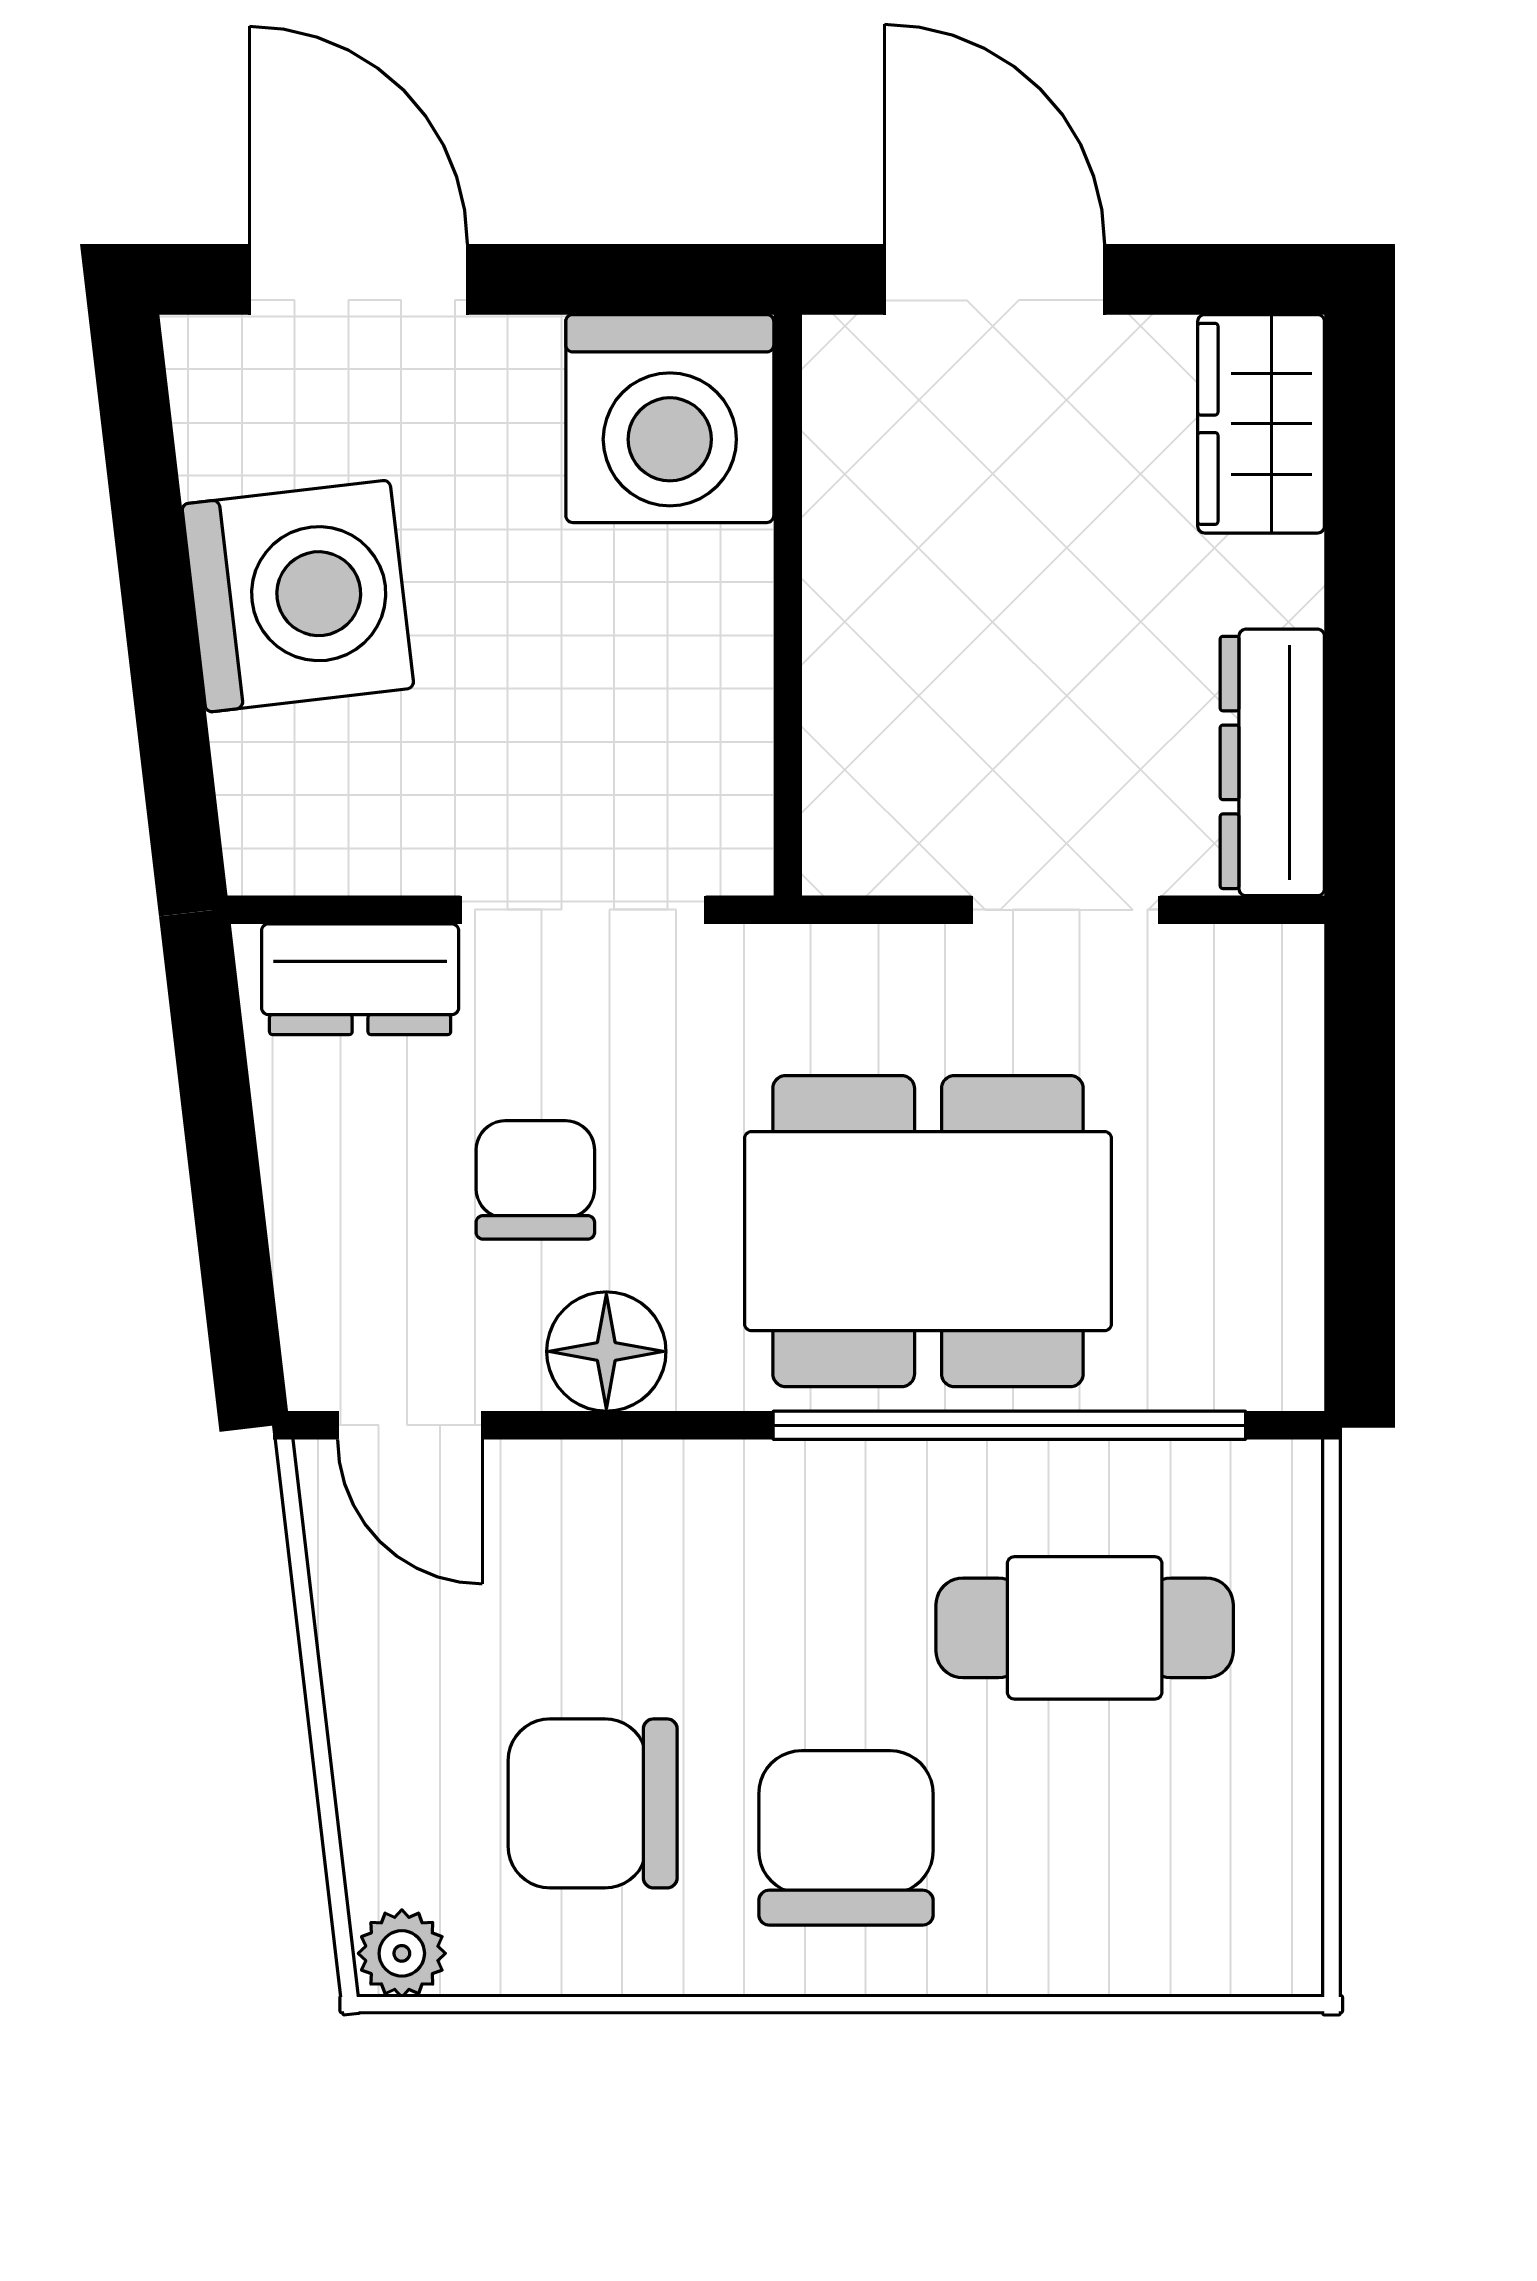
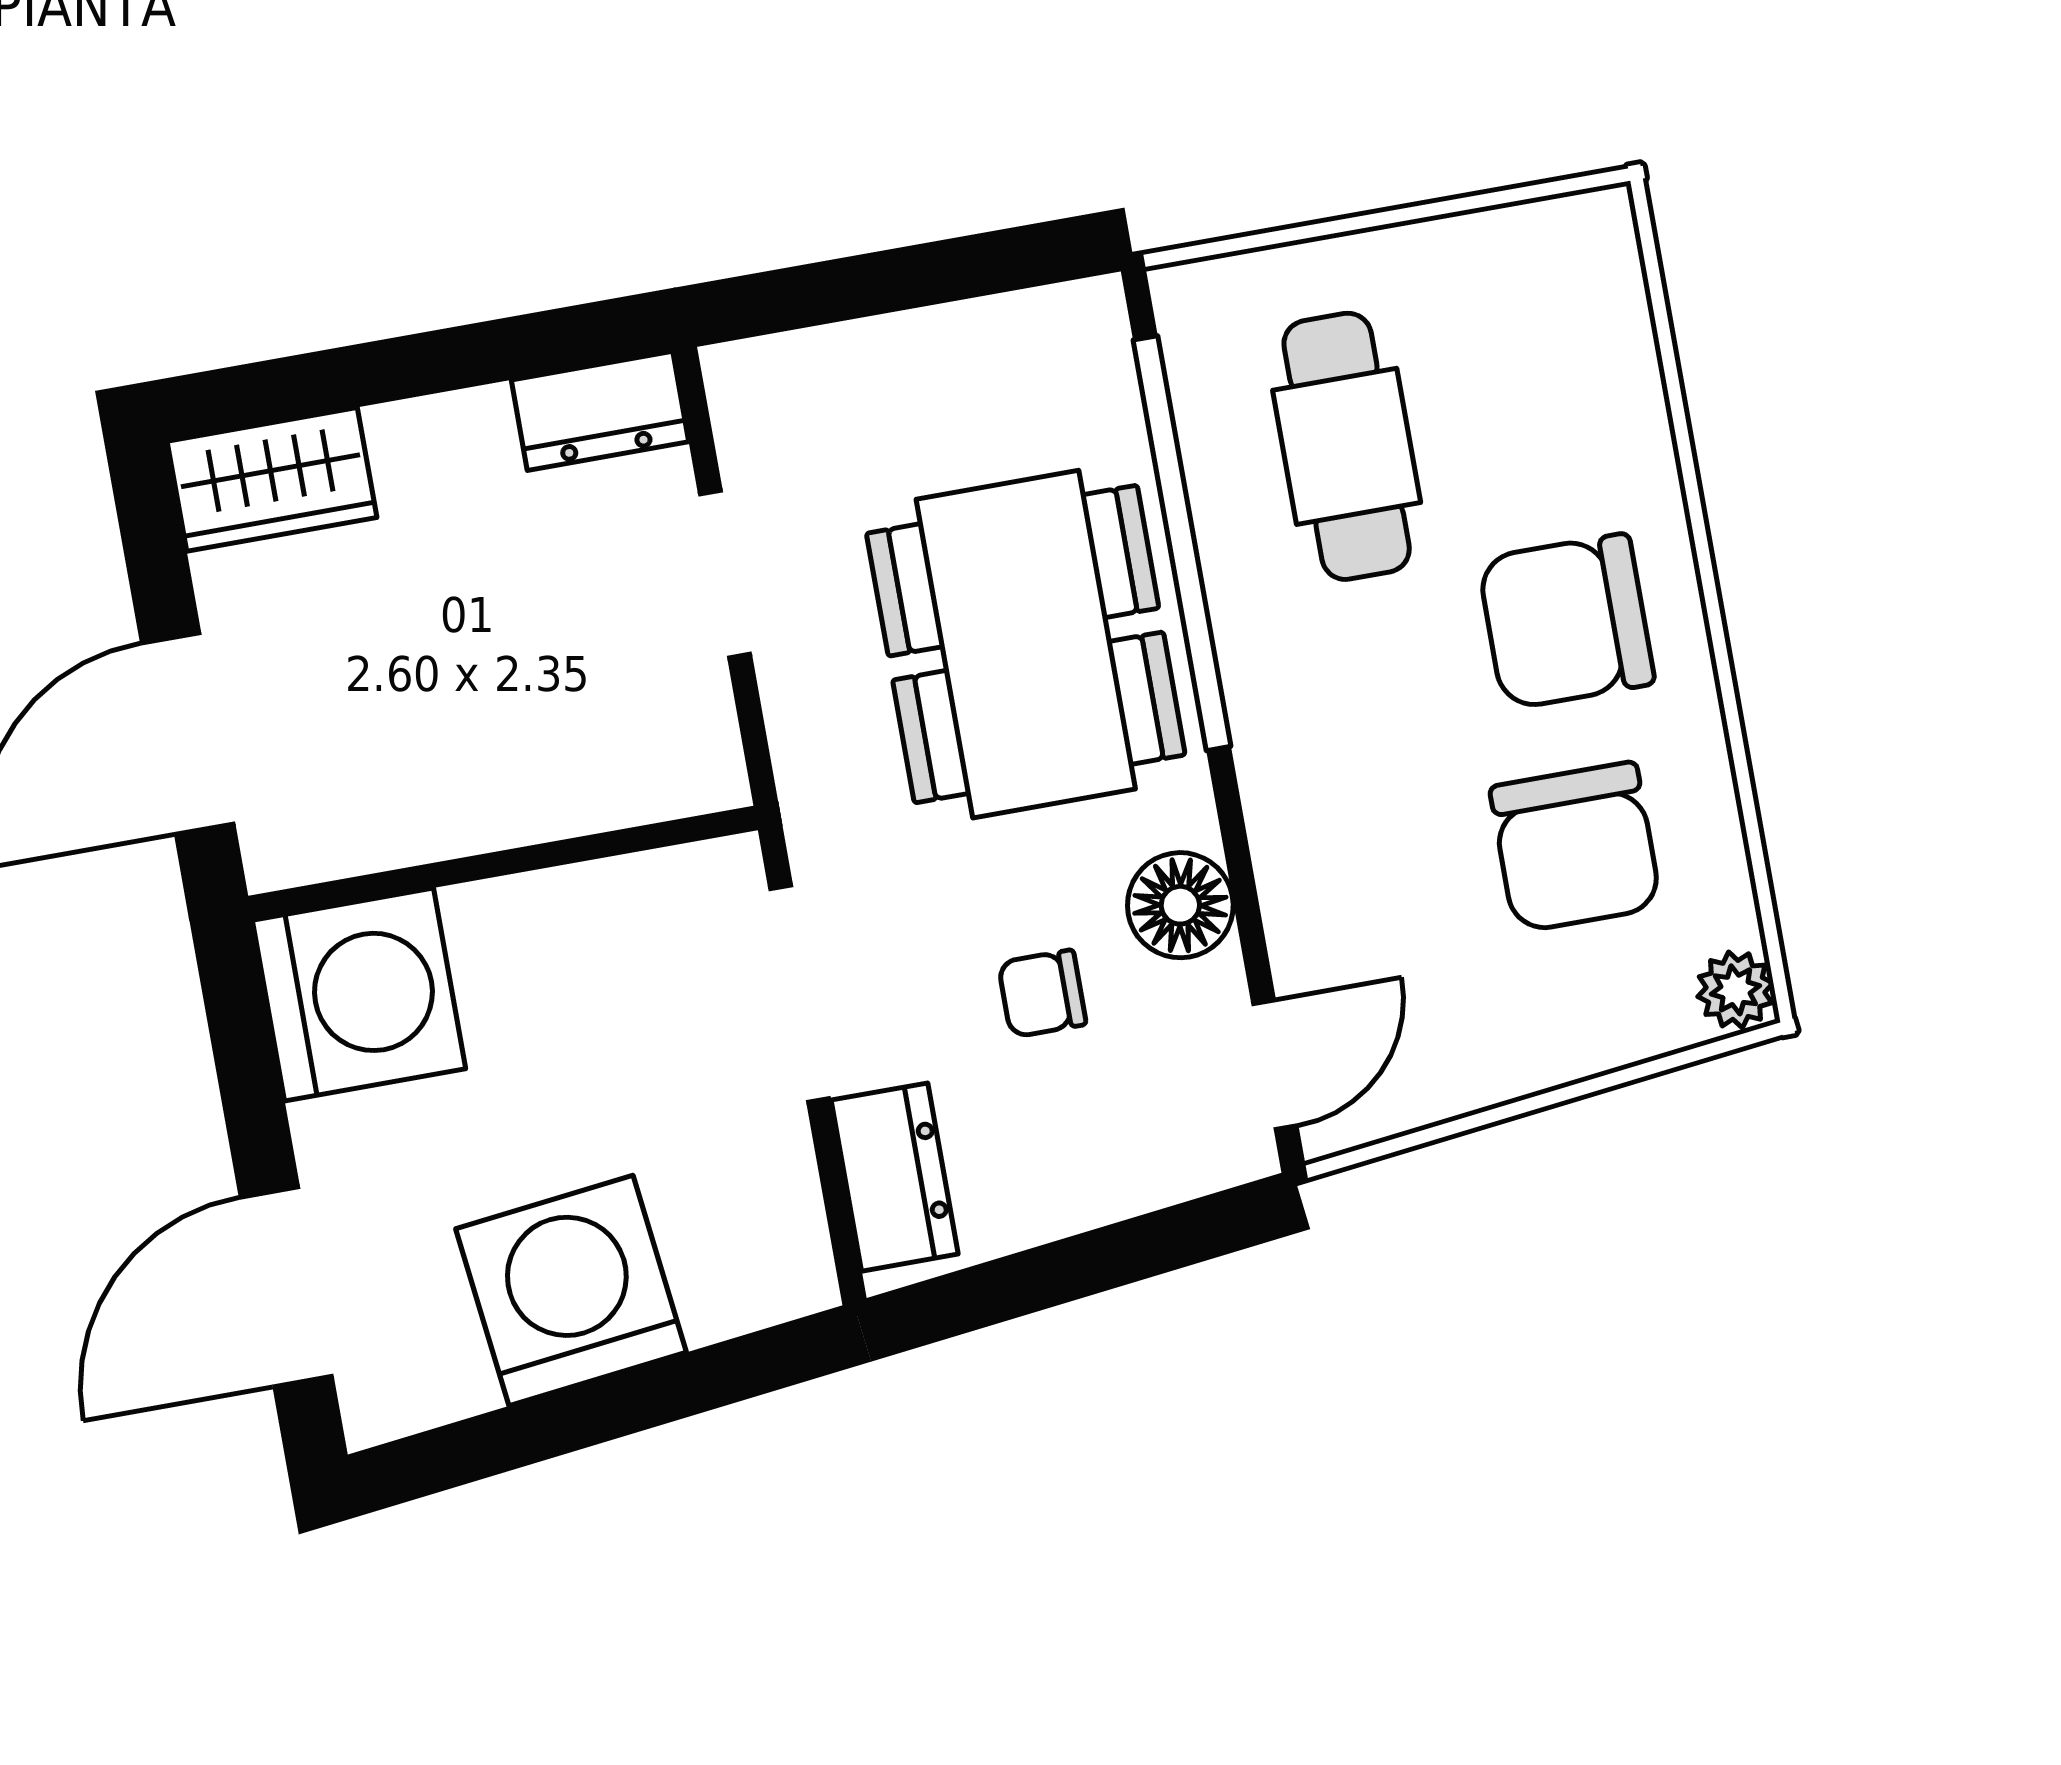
dresser: (1272, 762) -> (600, 411), width x0.70
chair: (535, 1180) -> (1042, 994), width x0.73, depth x0.73

